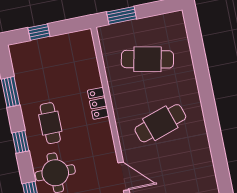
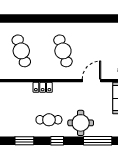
cafe table: (147, 59) -> (21, 51), turned -30

